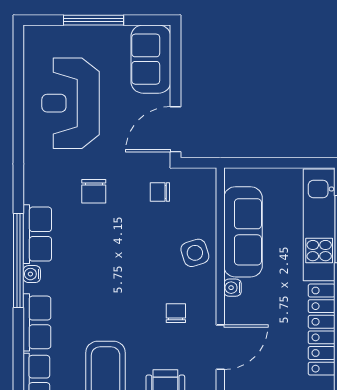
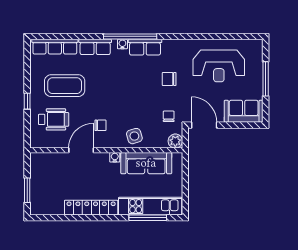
reception desk: (70, 103) -> (219, 66), turned 180
plant: (204, 180) -> (175, 141), added
door: (220, 347) -> (81, 150), swing flipped

